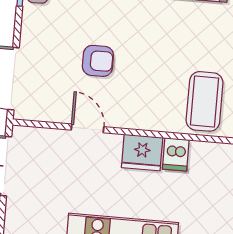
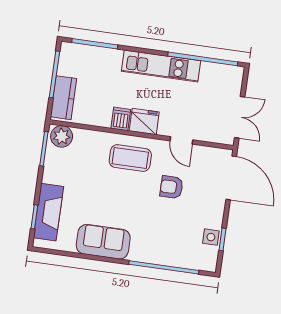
coffee table: (205, 101) -> (130, 158), moved, turned 90

